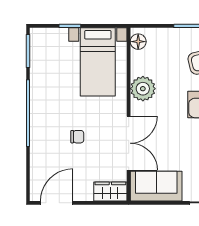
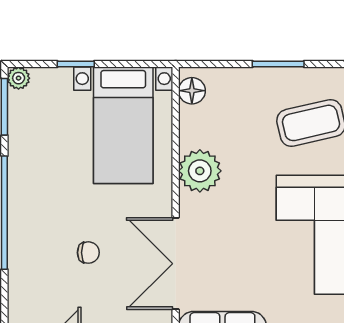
plant: (36, 34) -> (19, 78), added
double door: (129, 143) -> (176, 264), swing flipped

